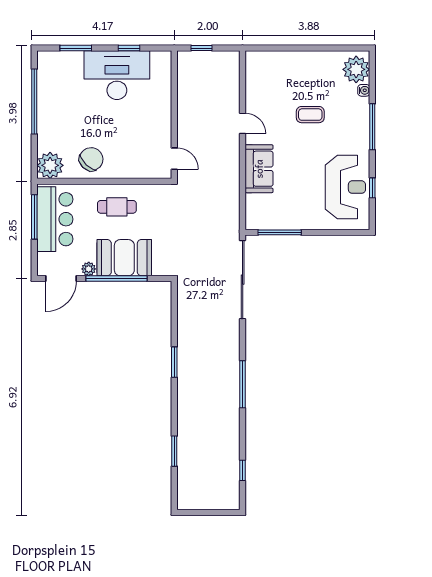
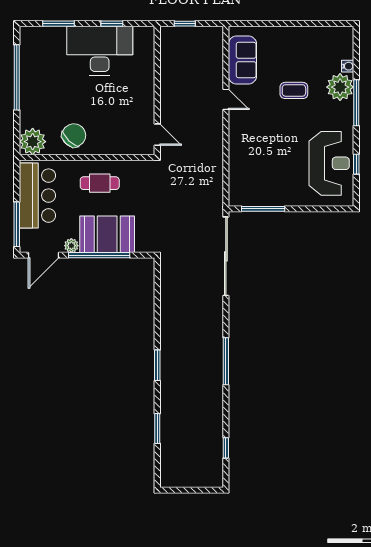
plant: (356, 69) -> (340, 87), moved
sofa: (259, 169) -> (242, 60), moved
window: (34, 217) -> (17, 224), moved
window: (174, 362) -> (157, 365), moved

